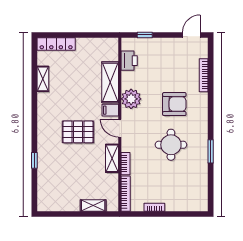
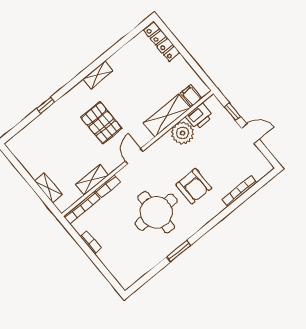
door: (191, 35) -> (250, 134), moved
shelving: (43, 79) -> (98, 75), moved
plant: (131, 99) -> (183, 133), moved
filing cabinet: (110, 110) -> (191, 96), moved
round table: (171, 145) -> (156, 212), width x1.36, depth x1.36
shelving: (112, 158) -> (92, 180), moved

